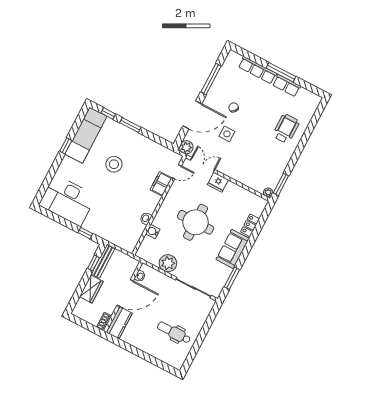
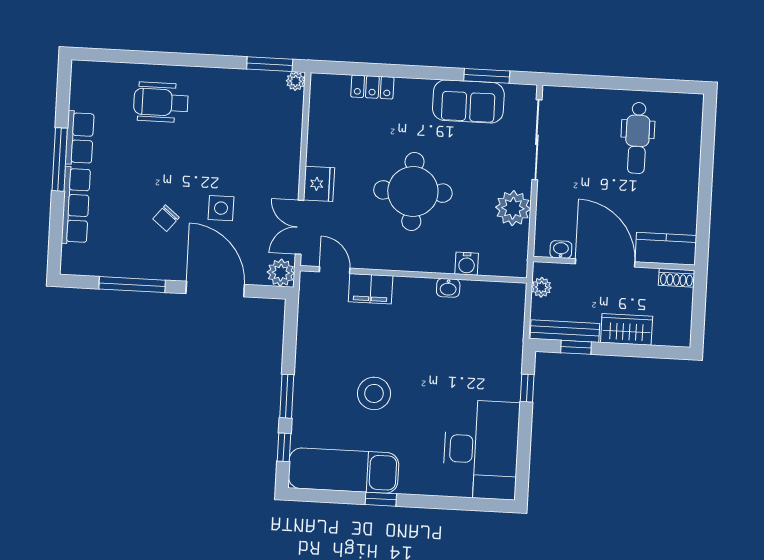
sofa: (233, 249) -> (468, 101), moved
plant: (127, 260) -> (541, 287), added

